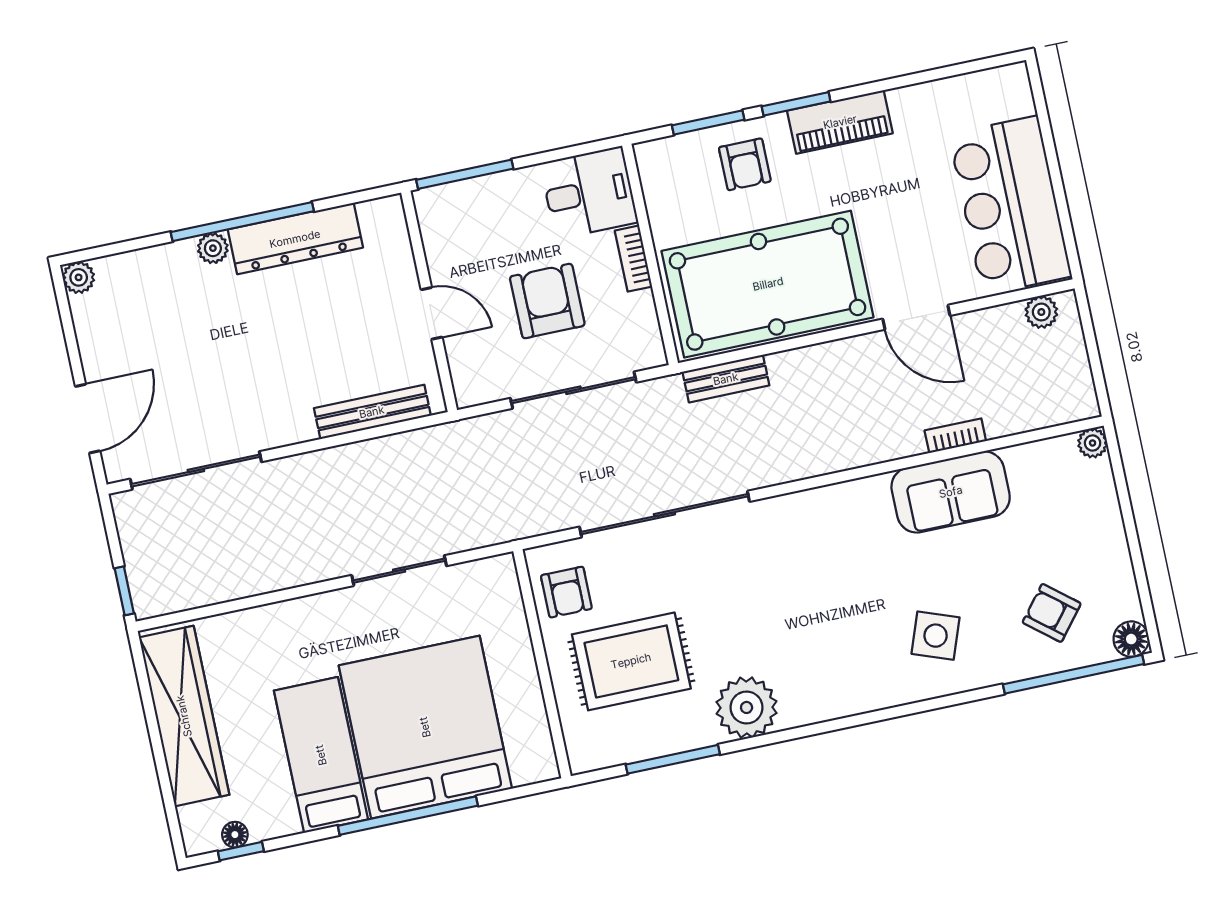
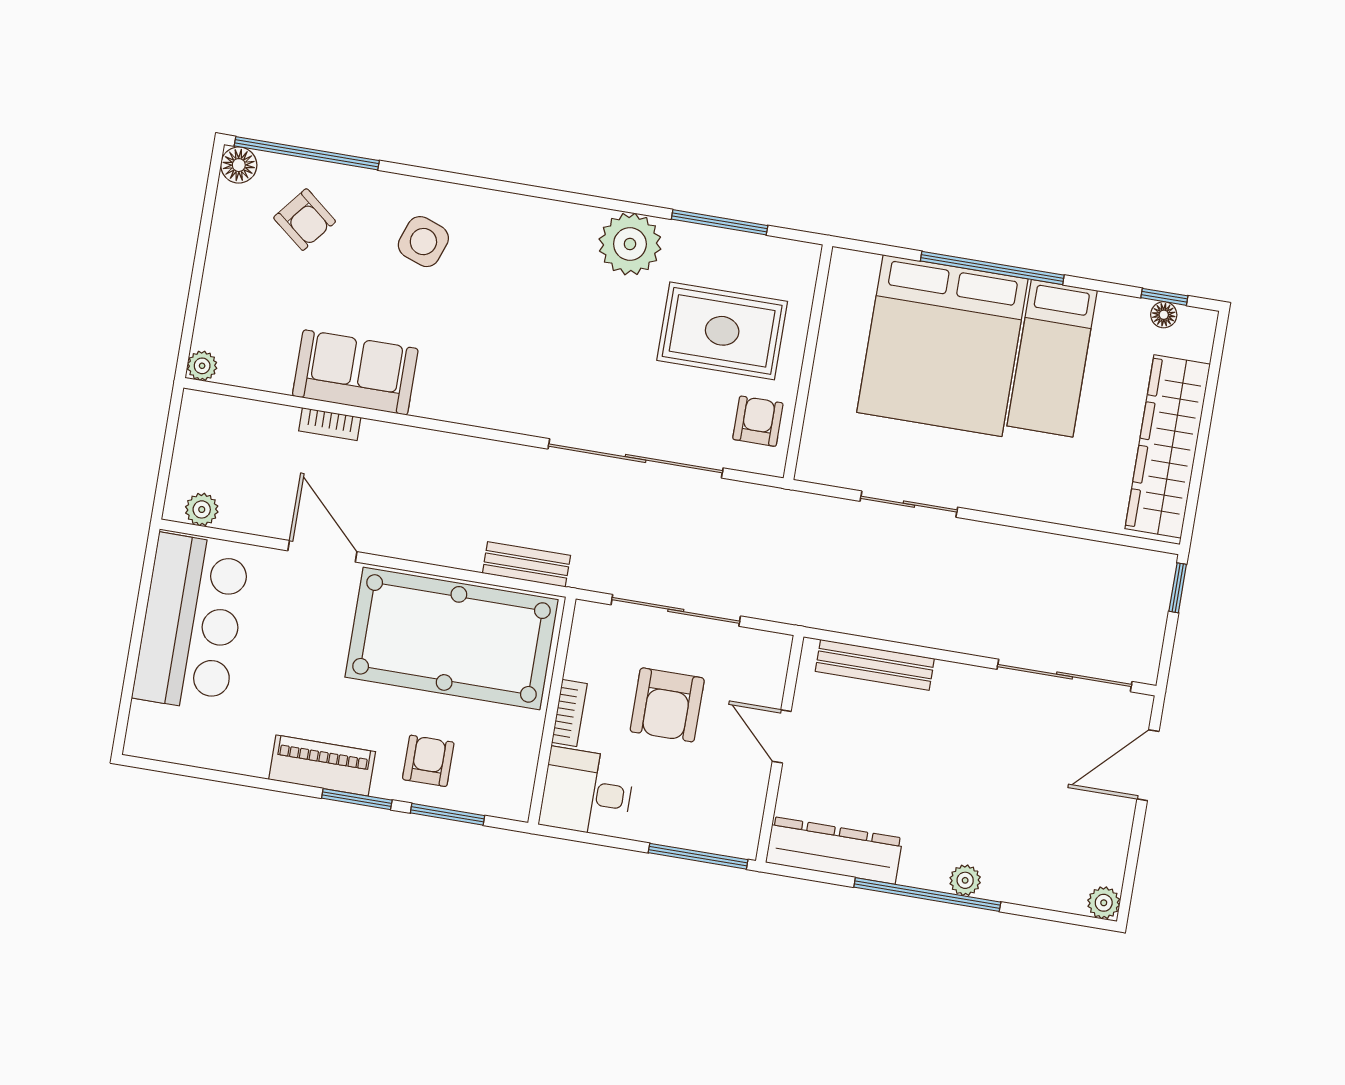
dresser: (295, 239) -> (834, 850), moved

